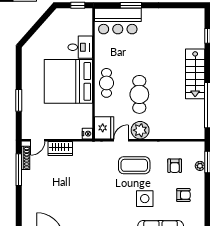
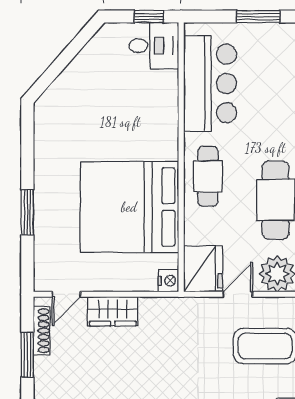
bar counter: (118, 21) -> (210, 83), moved, turned -90
desk: (80, 47) -> (154, 46), moved
bed: (68, 81) -> (129, 207), moved
window: (19, 170) -> (27, 355), width x0.69

